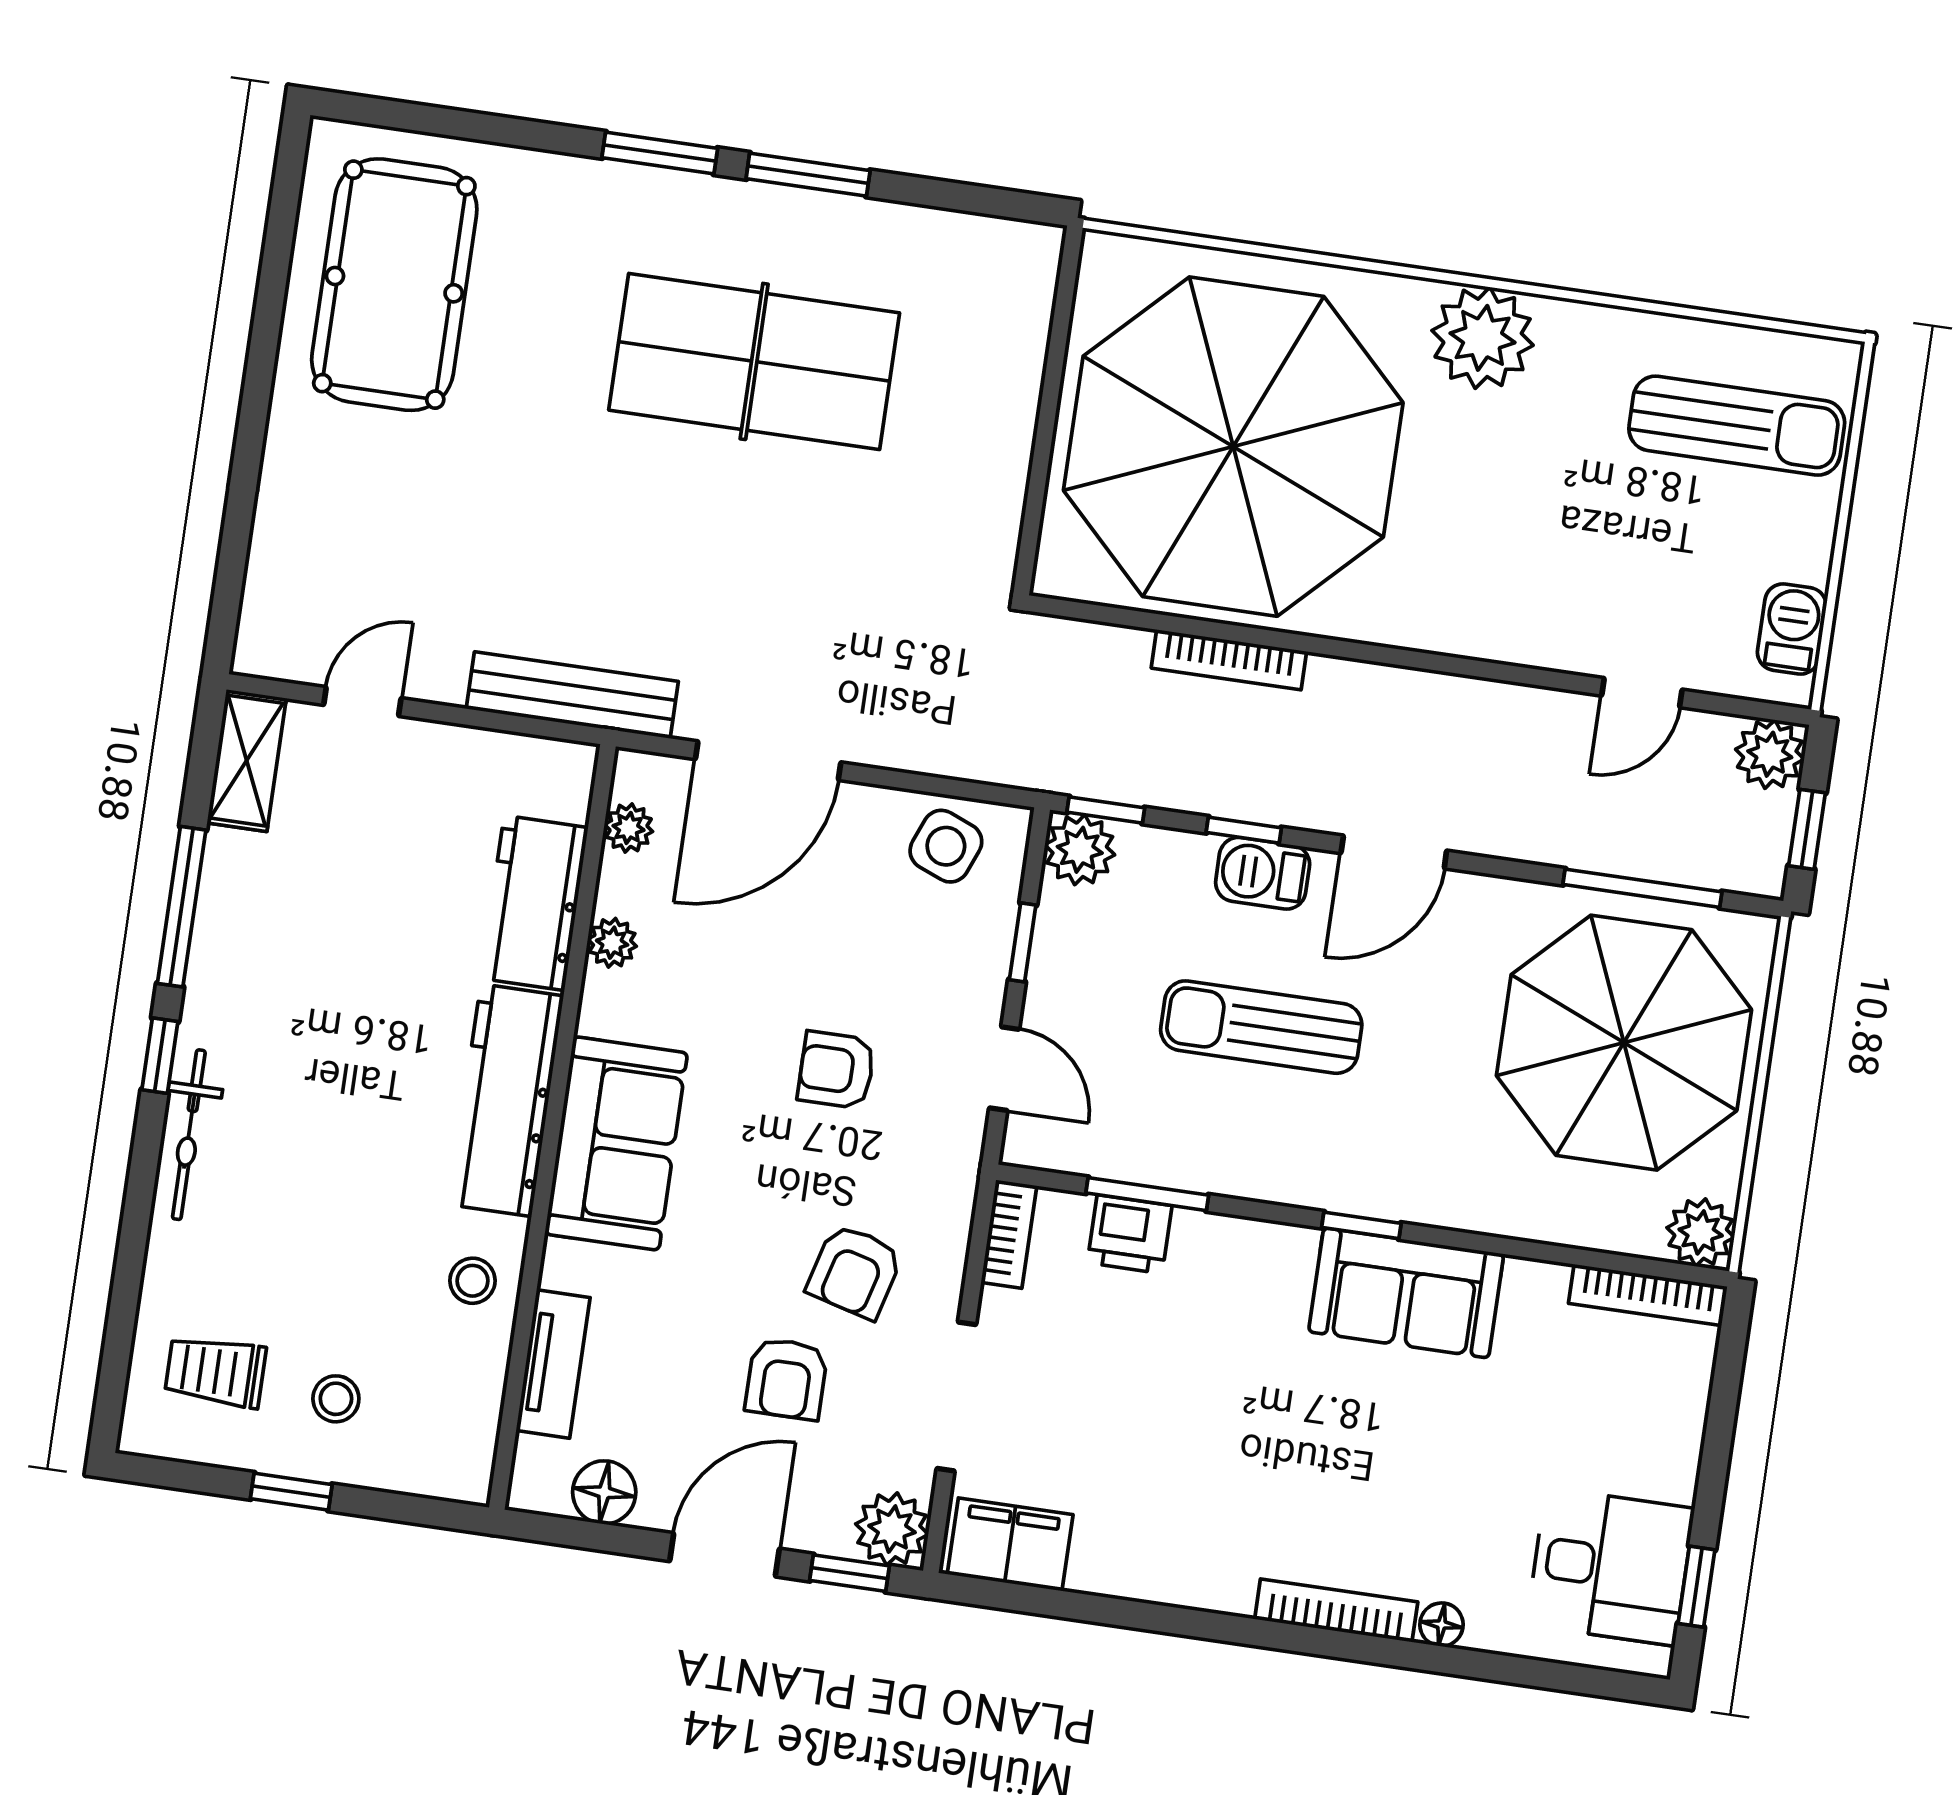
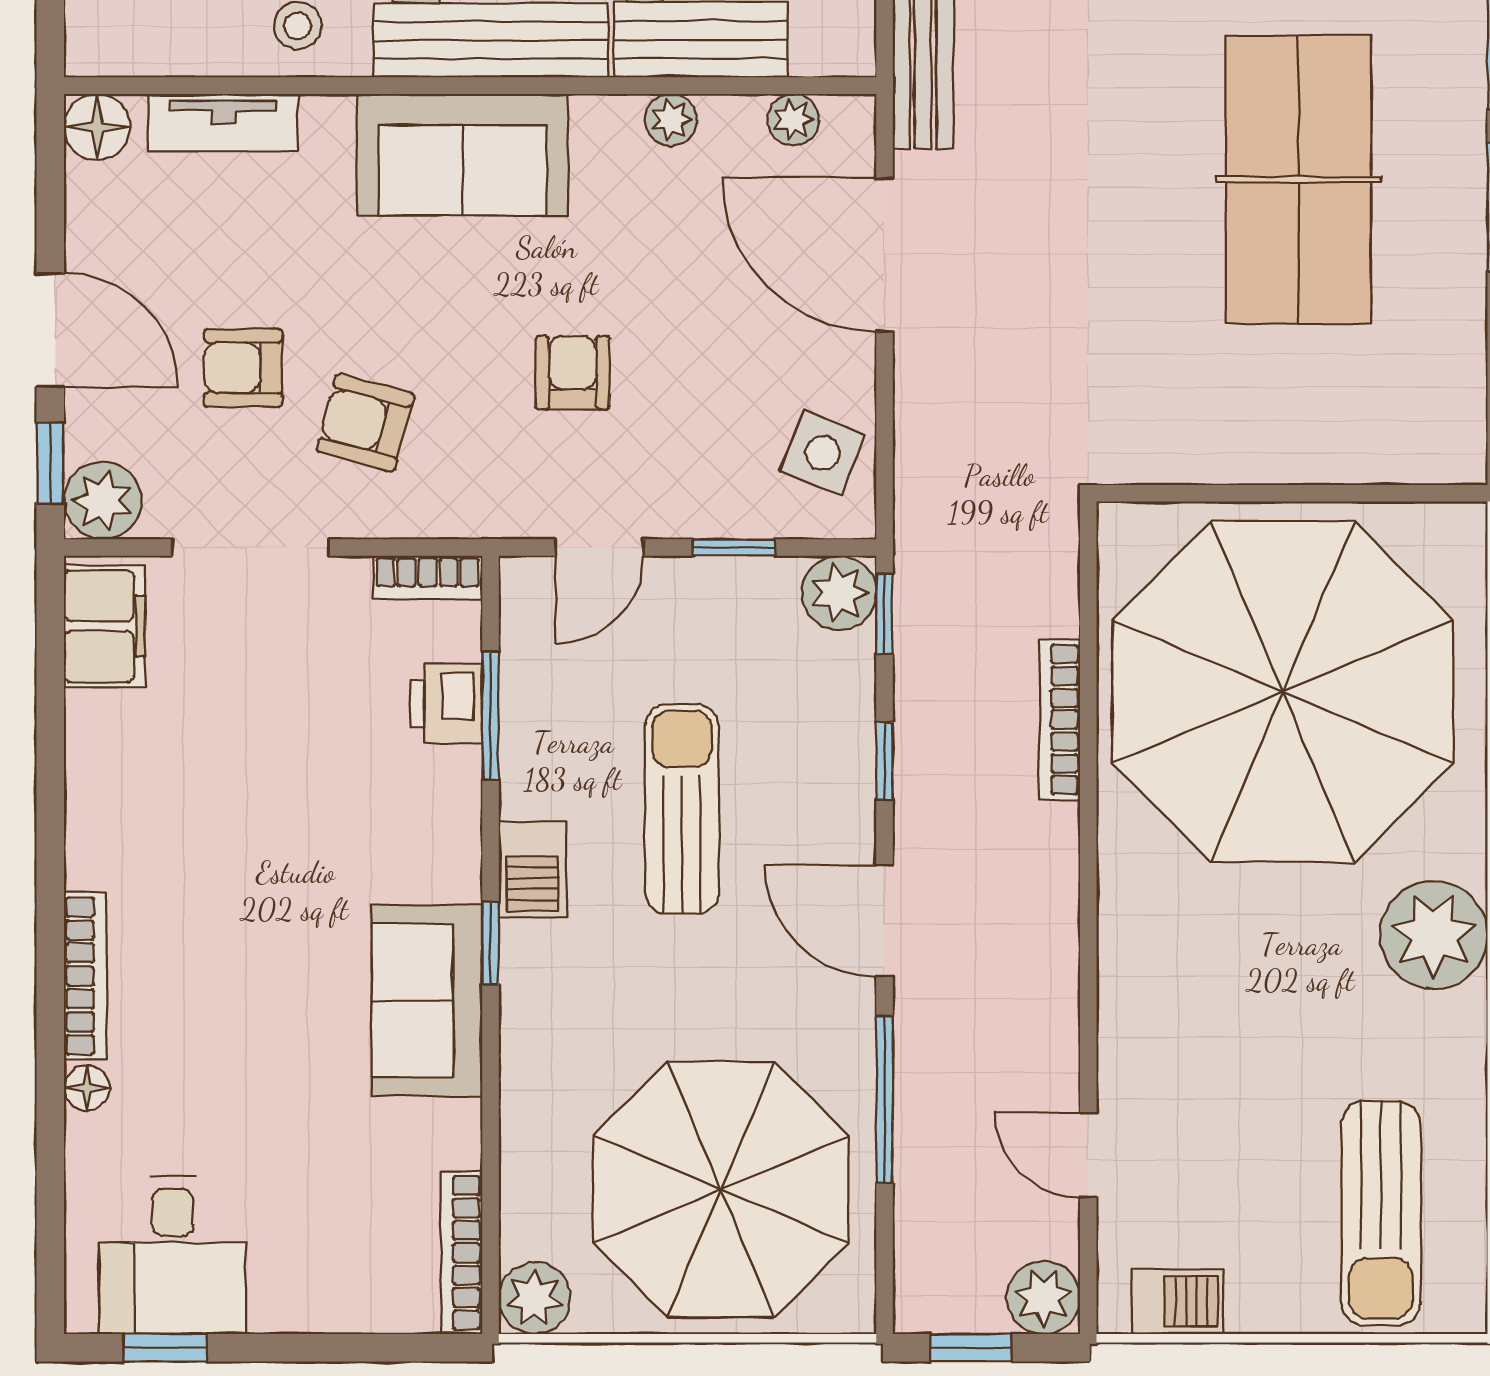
barbecue: (1263, 873) -> (533, 869), moved, turned 180
window: (1642, 888) -> (884, 1100), moved
floor lamp: (604, 1492) -> (97, 127), moved

